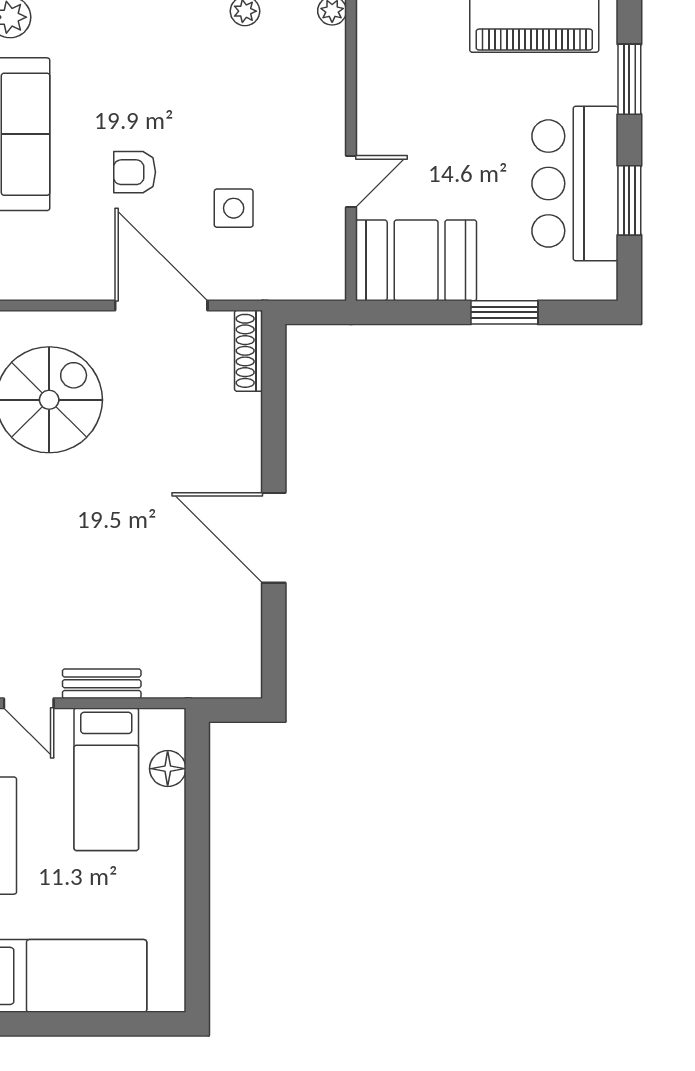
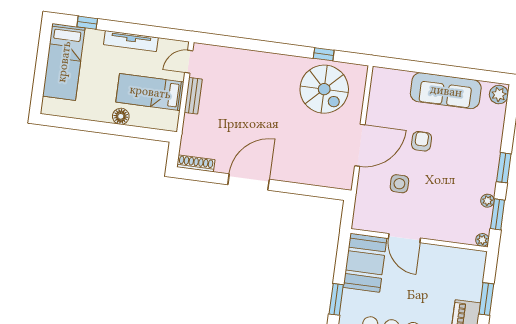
door: (351, 181) -> (404, 238), width x1.38
shoe rack: (248, 351) -> (196, 163), moved
floor lamp: (168, 769) -> (121, 116), moved

